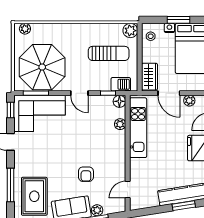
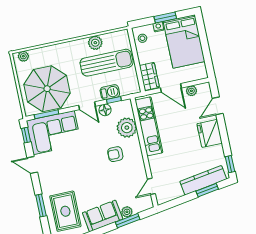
plant: (130, 31) -> (95, 43), moved
sun lounger: (109, 53) -> (107, 63), width x1.36, depth x1.34
barbecue: (121, 84) -> (110, 92), moved
floor lamp: (119, 101) -> (105, 110), moved
plant: (120, 124) -> (127, 128), width x1.87, depth x1.87
armchair: (86, 174) -> (115, 154), moved, turned 90
window: (11, 185) -> (41, 205), width x0.69

